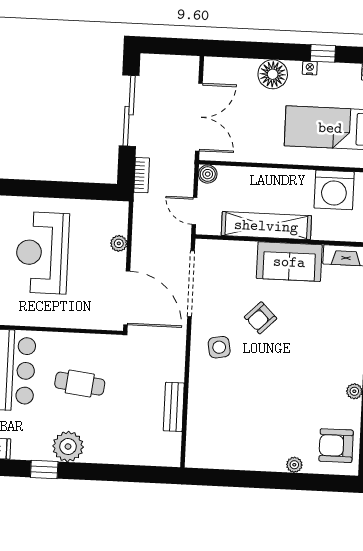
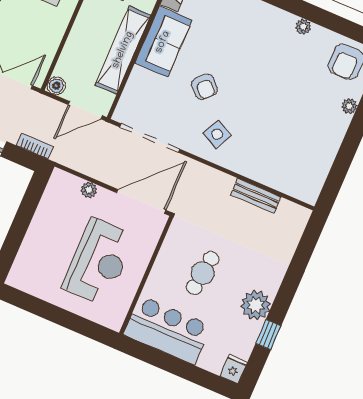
door: (194, 211) -> (85, 110), width x1.38
reception desk: (42, 253) -> (99, 262), moved, turned -90
side table: (219, 347) -> (217, 134), turned 36

